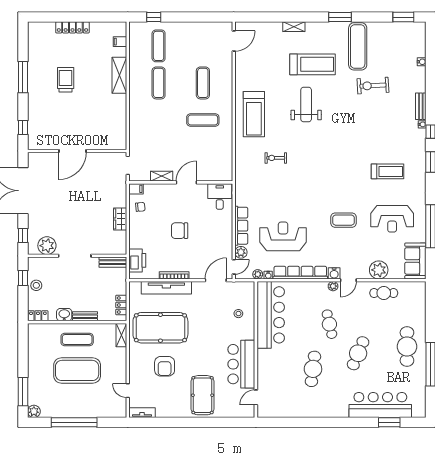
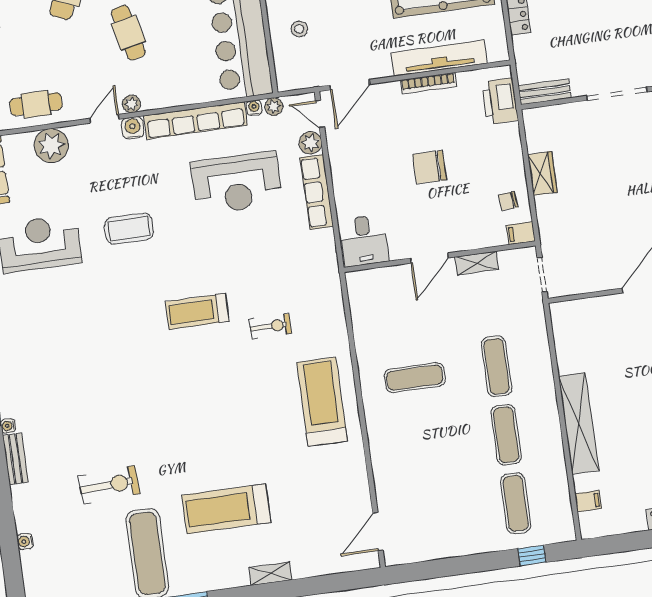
shelving: (119, 75) -> (579, 423), width x1.47
exercise mat: (203, 83) -> (497, 366), moved
weight bench: (306, 105) -> (228, 433), removed
treadmill: (388, 171) -> (197, 311), moved
chair: (180, 231) -> (429, 167), turned 180
door: (234, 267) -> (320, 114), hinge flipped

